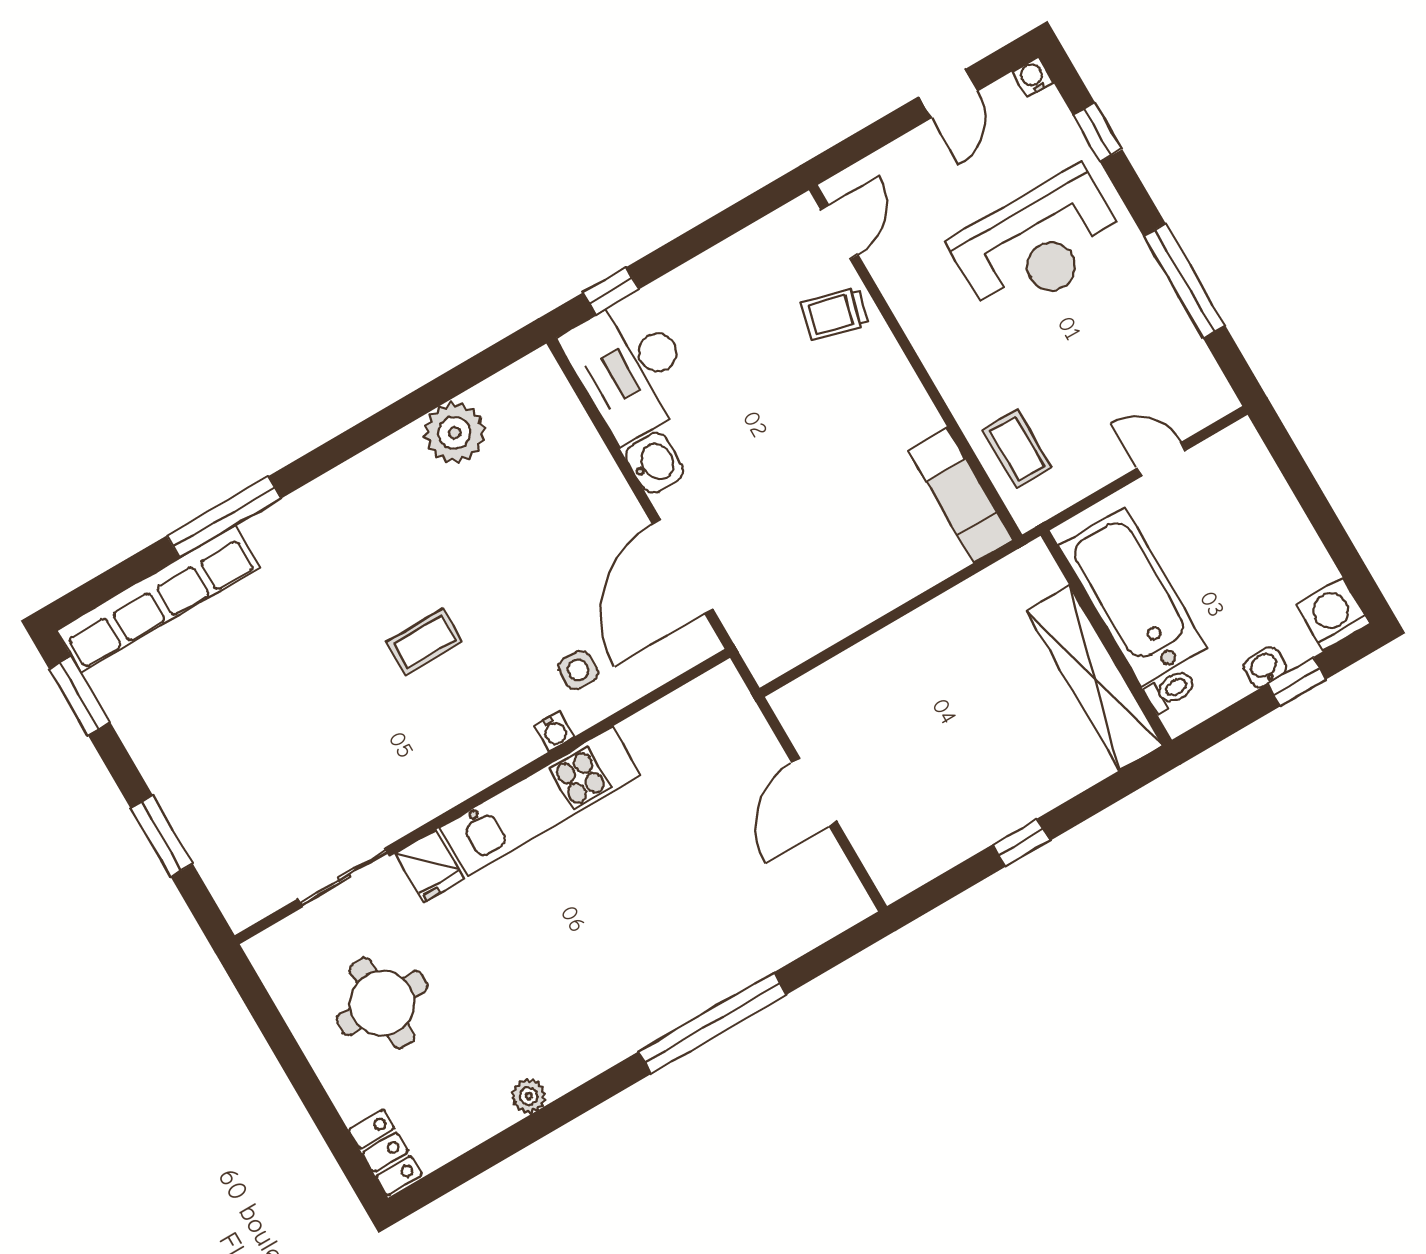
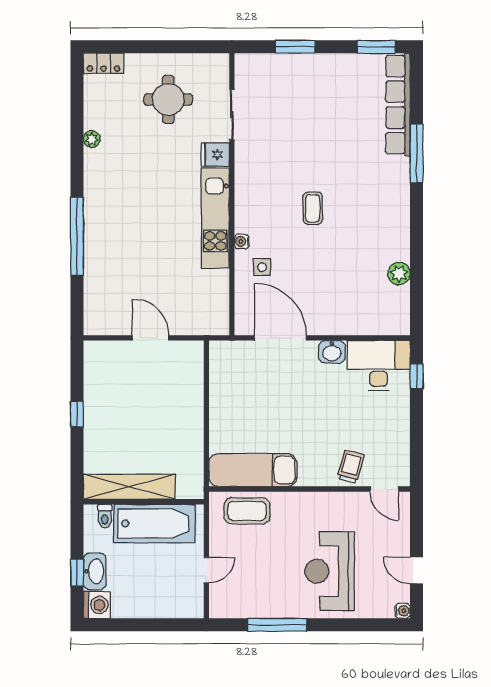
window: (1097, 132) -> (363, 625), removed
plant: (455, 433) -> (399, 274), width x0.73, depth x0.73
coffee table: (1017, 449) -> (247, 511), width x1.36, depth x1.30
exam couch: (961, 495) -> (253, 470), width x1.36, depth x1.45
washbasin: (1265, 667) -> (95, 571), width x1.91, depth x1.45

